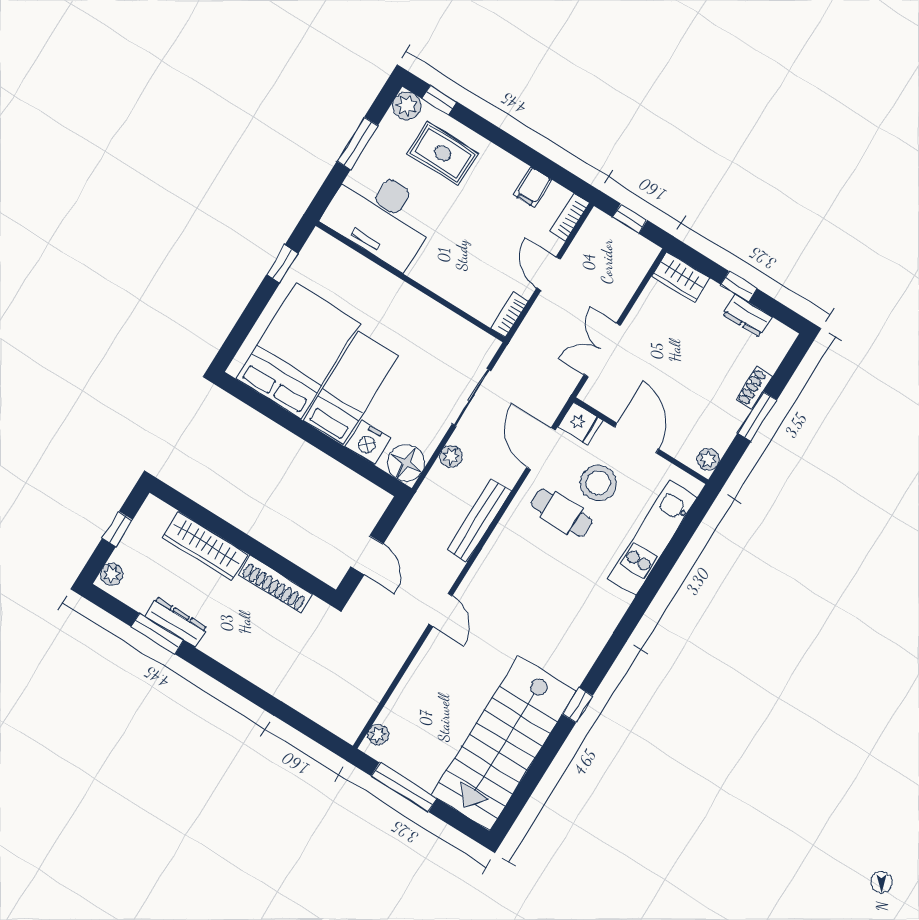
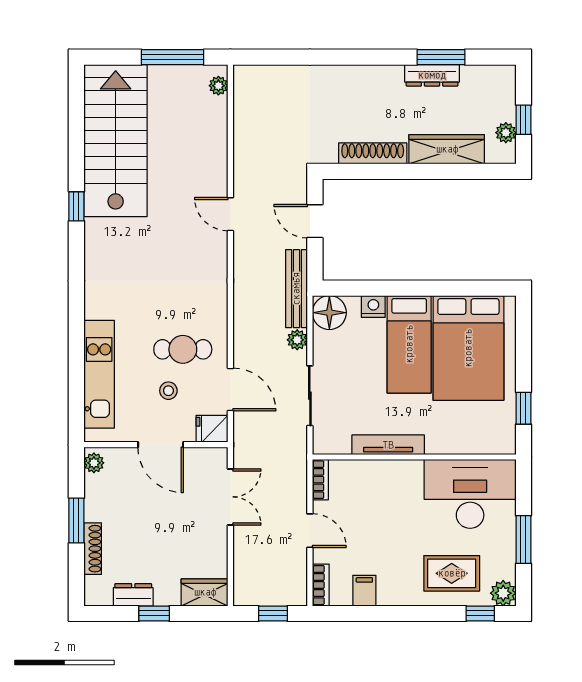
tv unit: (428, 308) -> (388, 445), added
shoe rack: (754, 388) -> (93, 549), width x1.43
nightstand: (368, 442) -> (373, 307), width x0.74, depth x0.75
stool: (598, 483) -> (168, 391), width x0.53, depth x0.53
bench: (479, 520) -> (296, 289), moved
plant: (112, 574) -> (506, 133), moved

